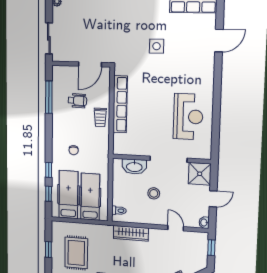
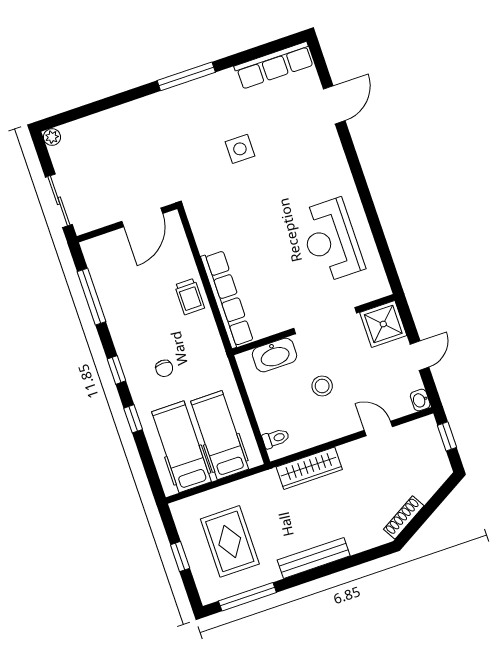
wheelchair: (77, 101) -> (142, 284), removed
row of seats: (120, 104) -> (227, 299), moved
reception desk: (188, 117) -> (331, 240), turned 180
window: (49, 194) -> (117, 370), moved

